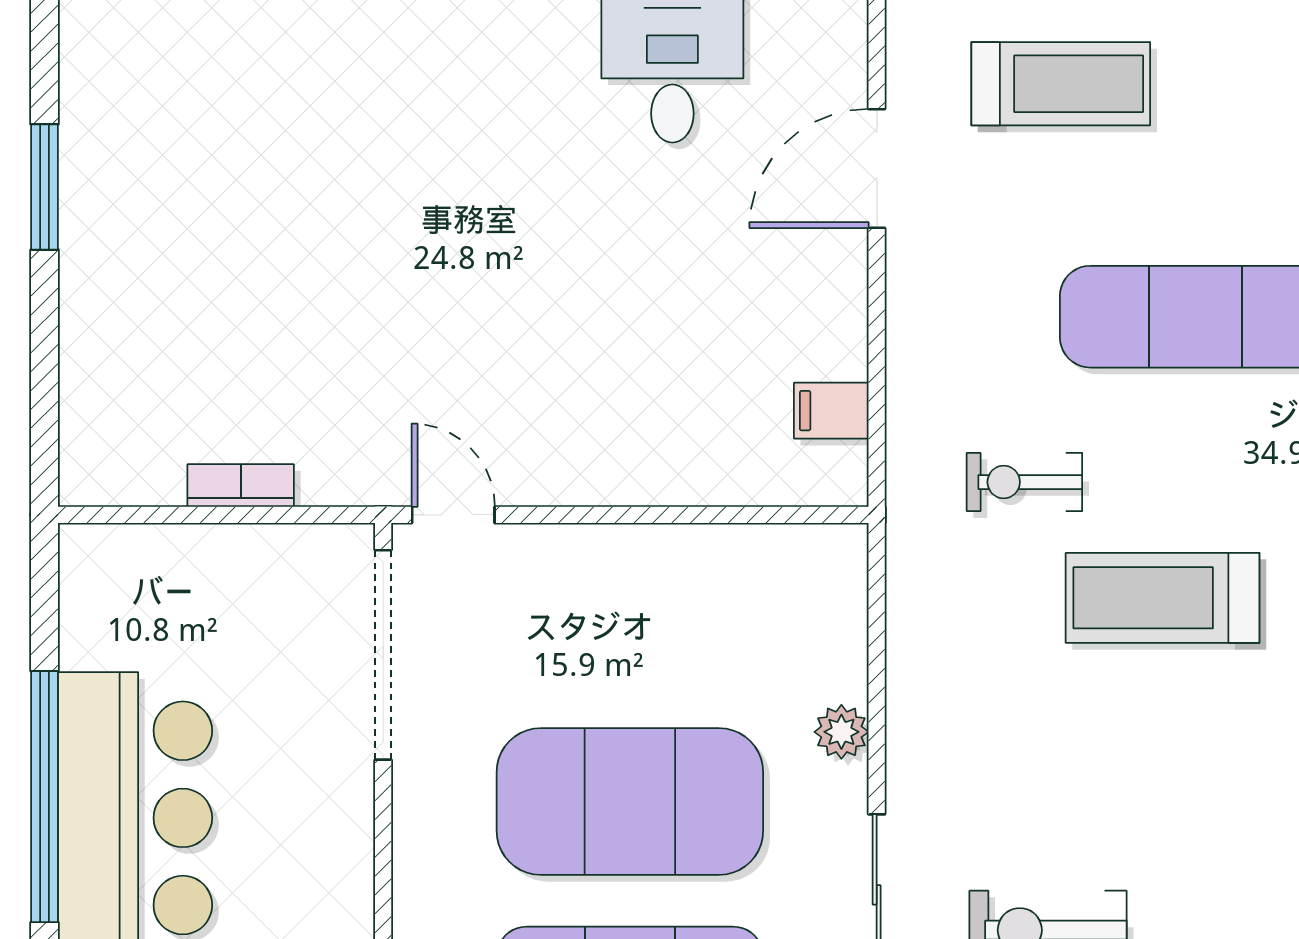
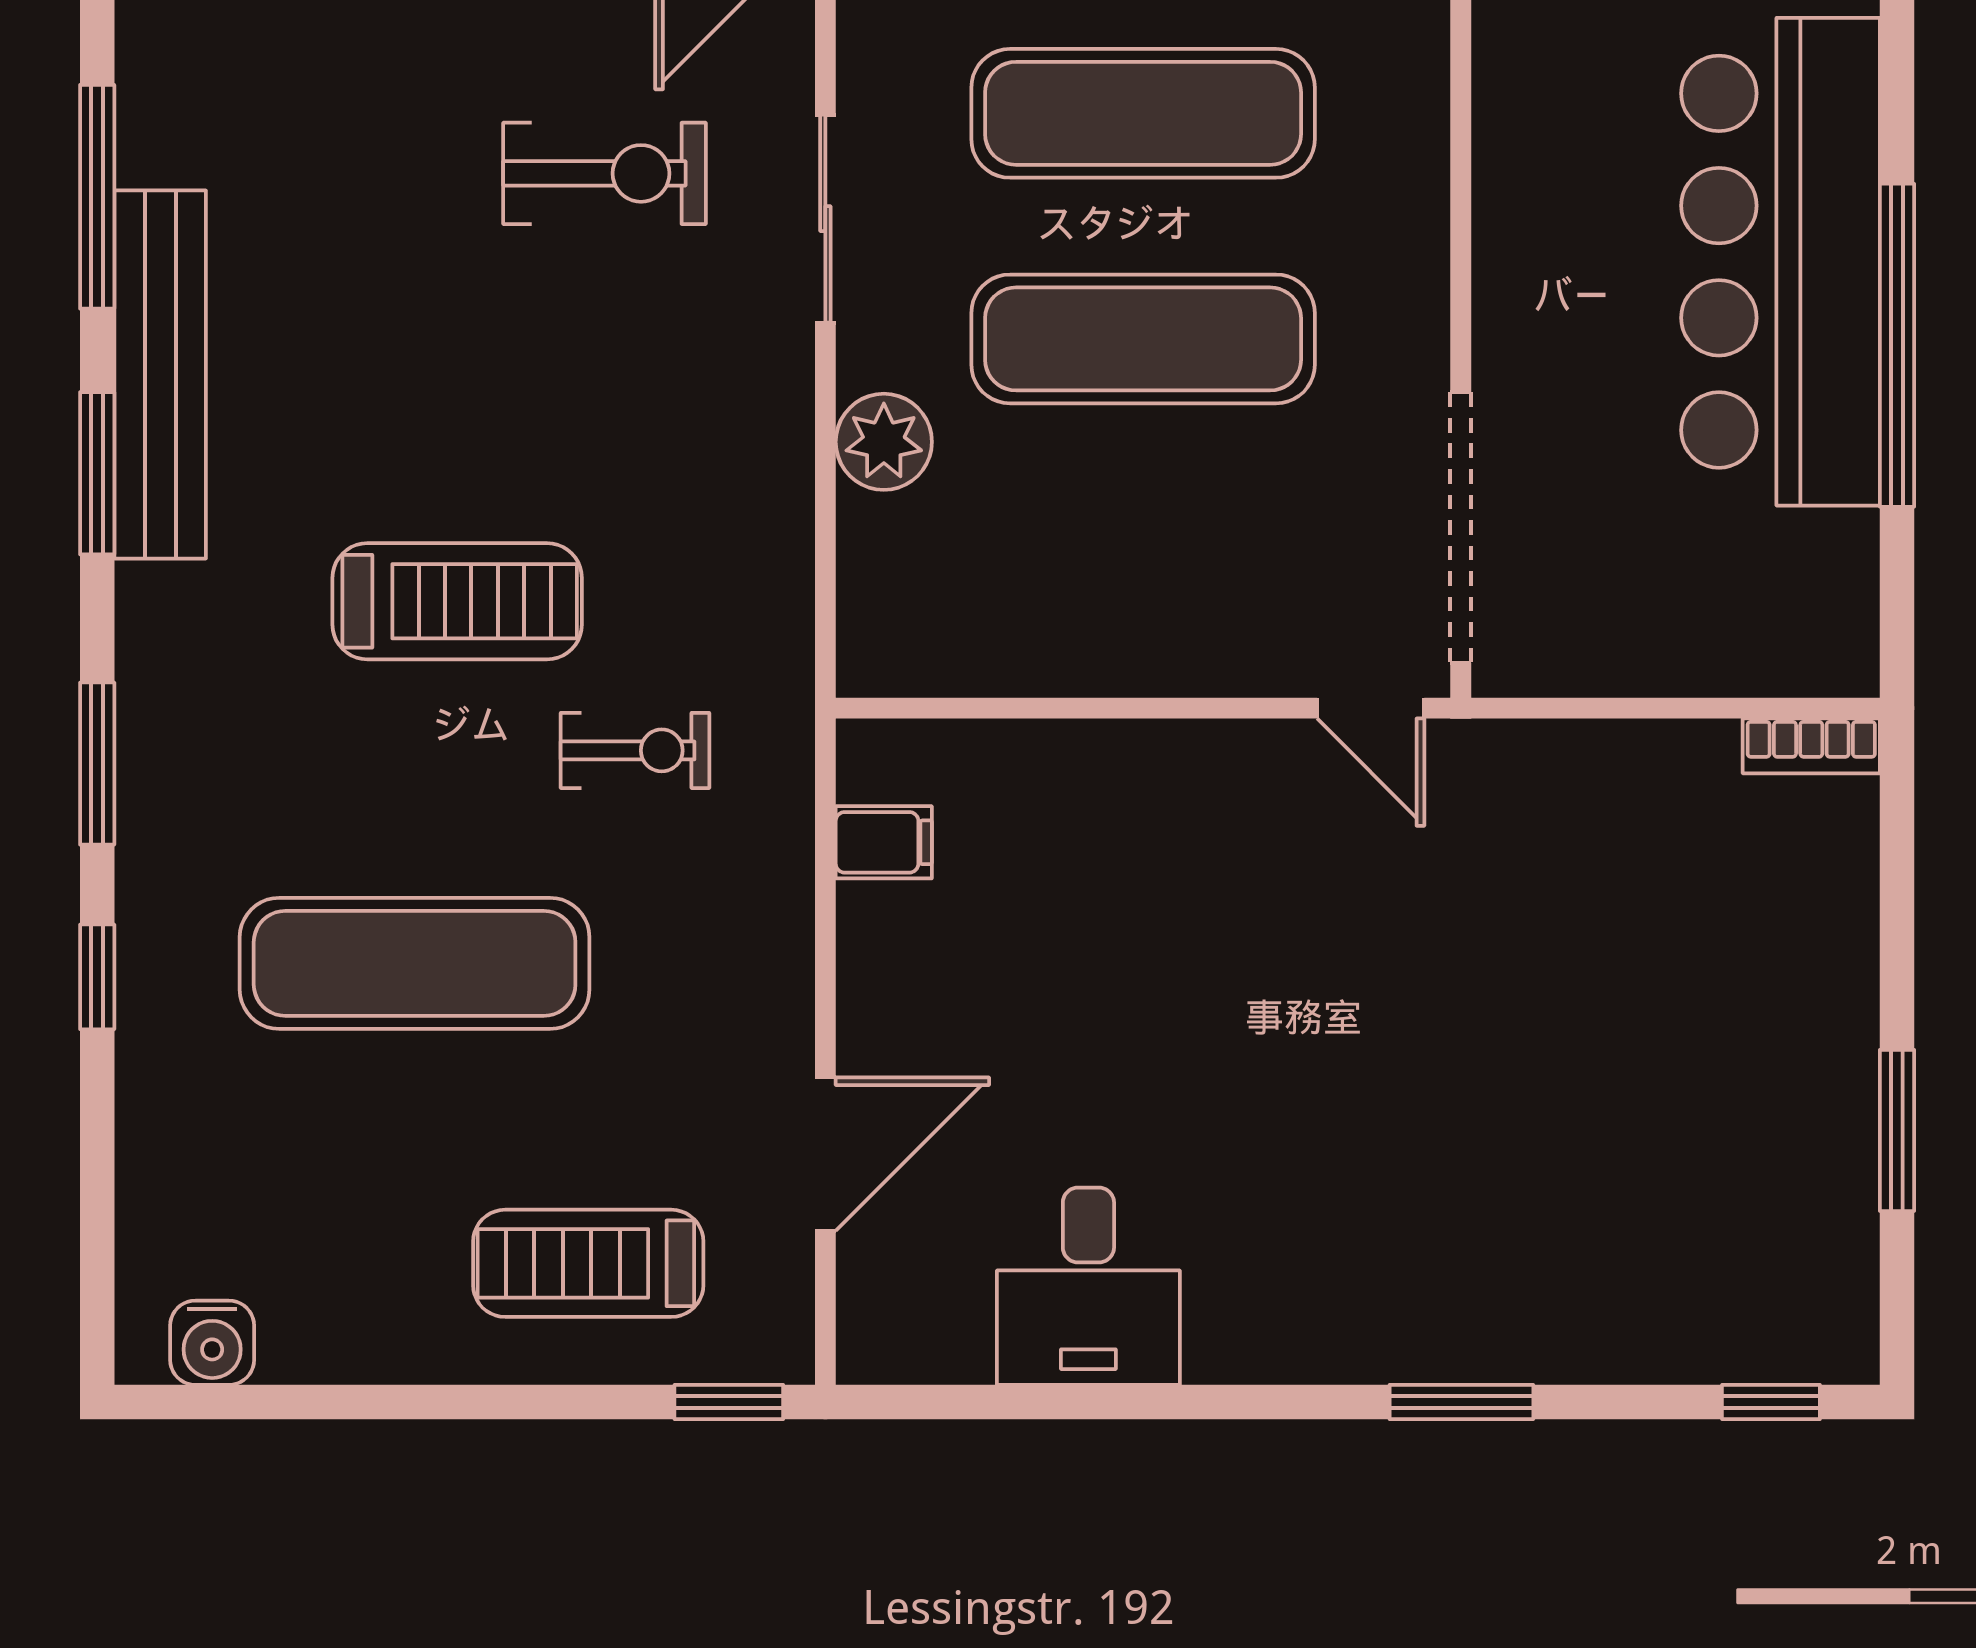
bookcase: (241, 486) -> (1811, 746), moved
plant: (841, 732) -> (884, 442), width x1.38, depth x1.38
exercise mat: (630, 802) -> (1143, 339), width x0.68

